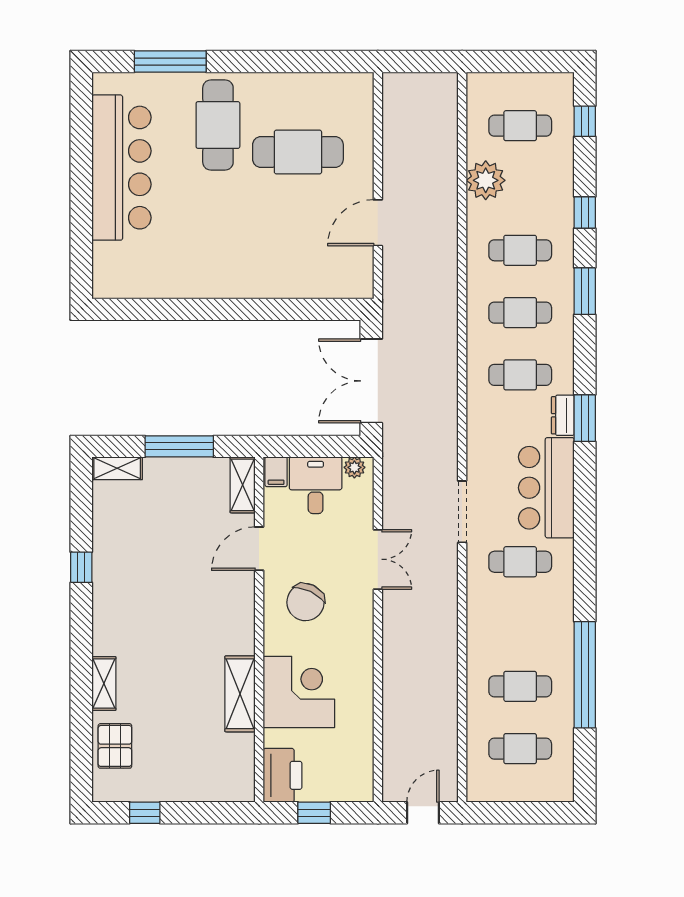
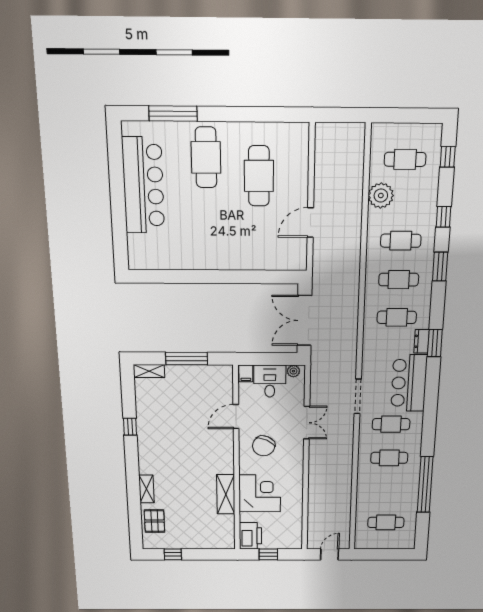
cafe table: (298, 152) -> (259, 176), turned 90
shelving: (243, 485) -> (226, 381), removed
cafe table: (520, 686) -> (389, 458), moved

